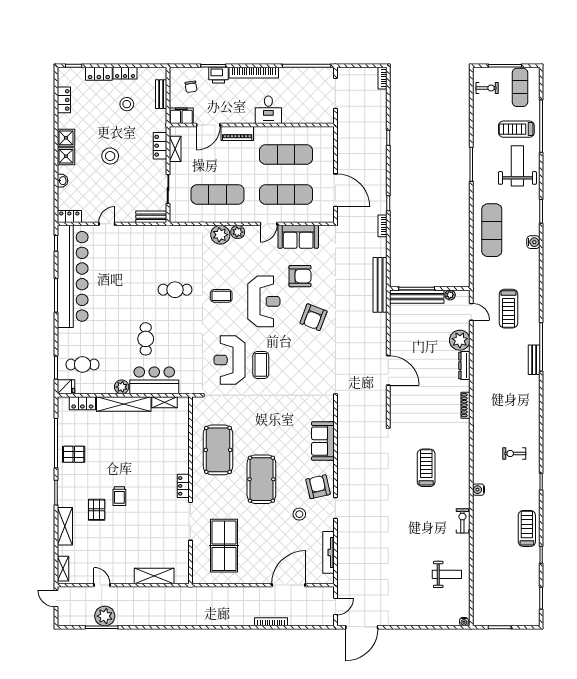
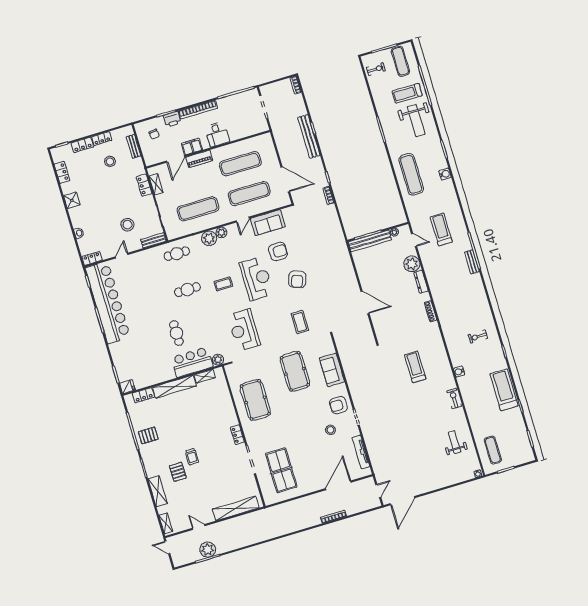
filing cabinet: (181, 116) -> (192, 147), moved
shower: (66, 156) -> (76, 214), removed
stool: (110, 156) -> (127, 225), moved
weight bench: (517, 166) -> (416, 121), turned 180
bench: (380, 285) -> (309, 136), moved
treadmill: (508, 309) -> (441, 229), turned 180
cafe table: (82, 364) -> (177, 254), moved
coffee table: (261, 365) -> (300, 322), moved
plant: (122, 387) -> (218, 360), moved
pool table: (261, 479) -> (295, 371), moved
armchair: (318, 487) -> (338, 405), turned -77
treadmill: (527, 528) -> (504, 390), width x1.37, depth x1.38
weight bench: (447, 574) -> (454, 442), turned -90
shelving: (154, 576) -> (236, 508), width x1.47
exercise mat: (491, 598) -> (493, 450), added

